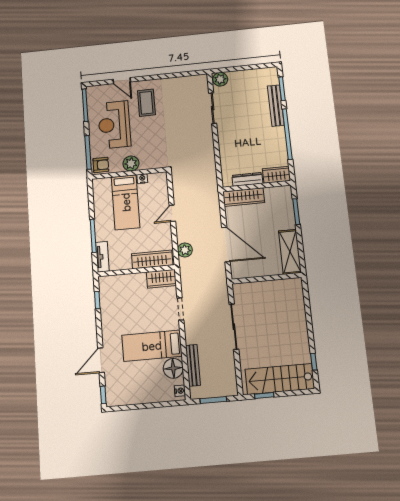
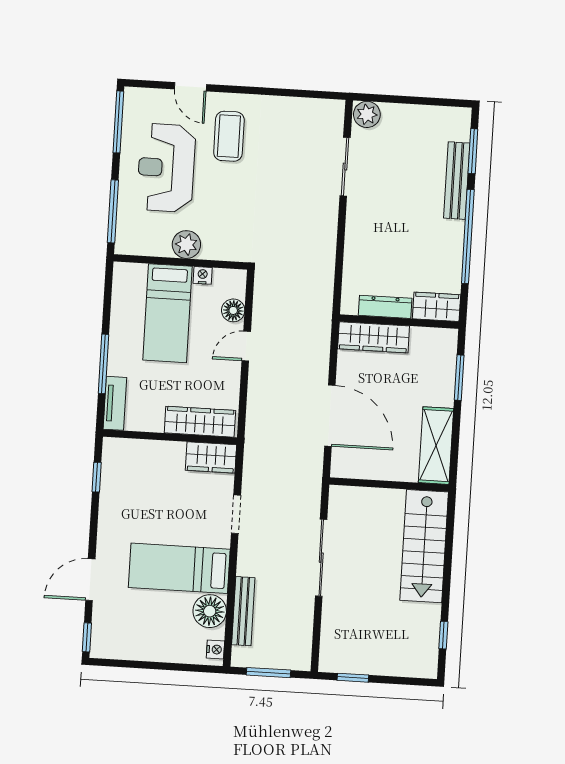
armchair: (101, 165) -> (133, 238), removed
floor lamp: (162, 195) -> (233, 310), added
plant: (185, 250) -> (258, 414), removed
stairs: (280, 379) -> (424, 546), moved, turned -90

